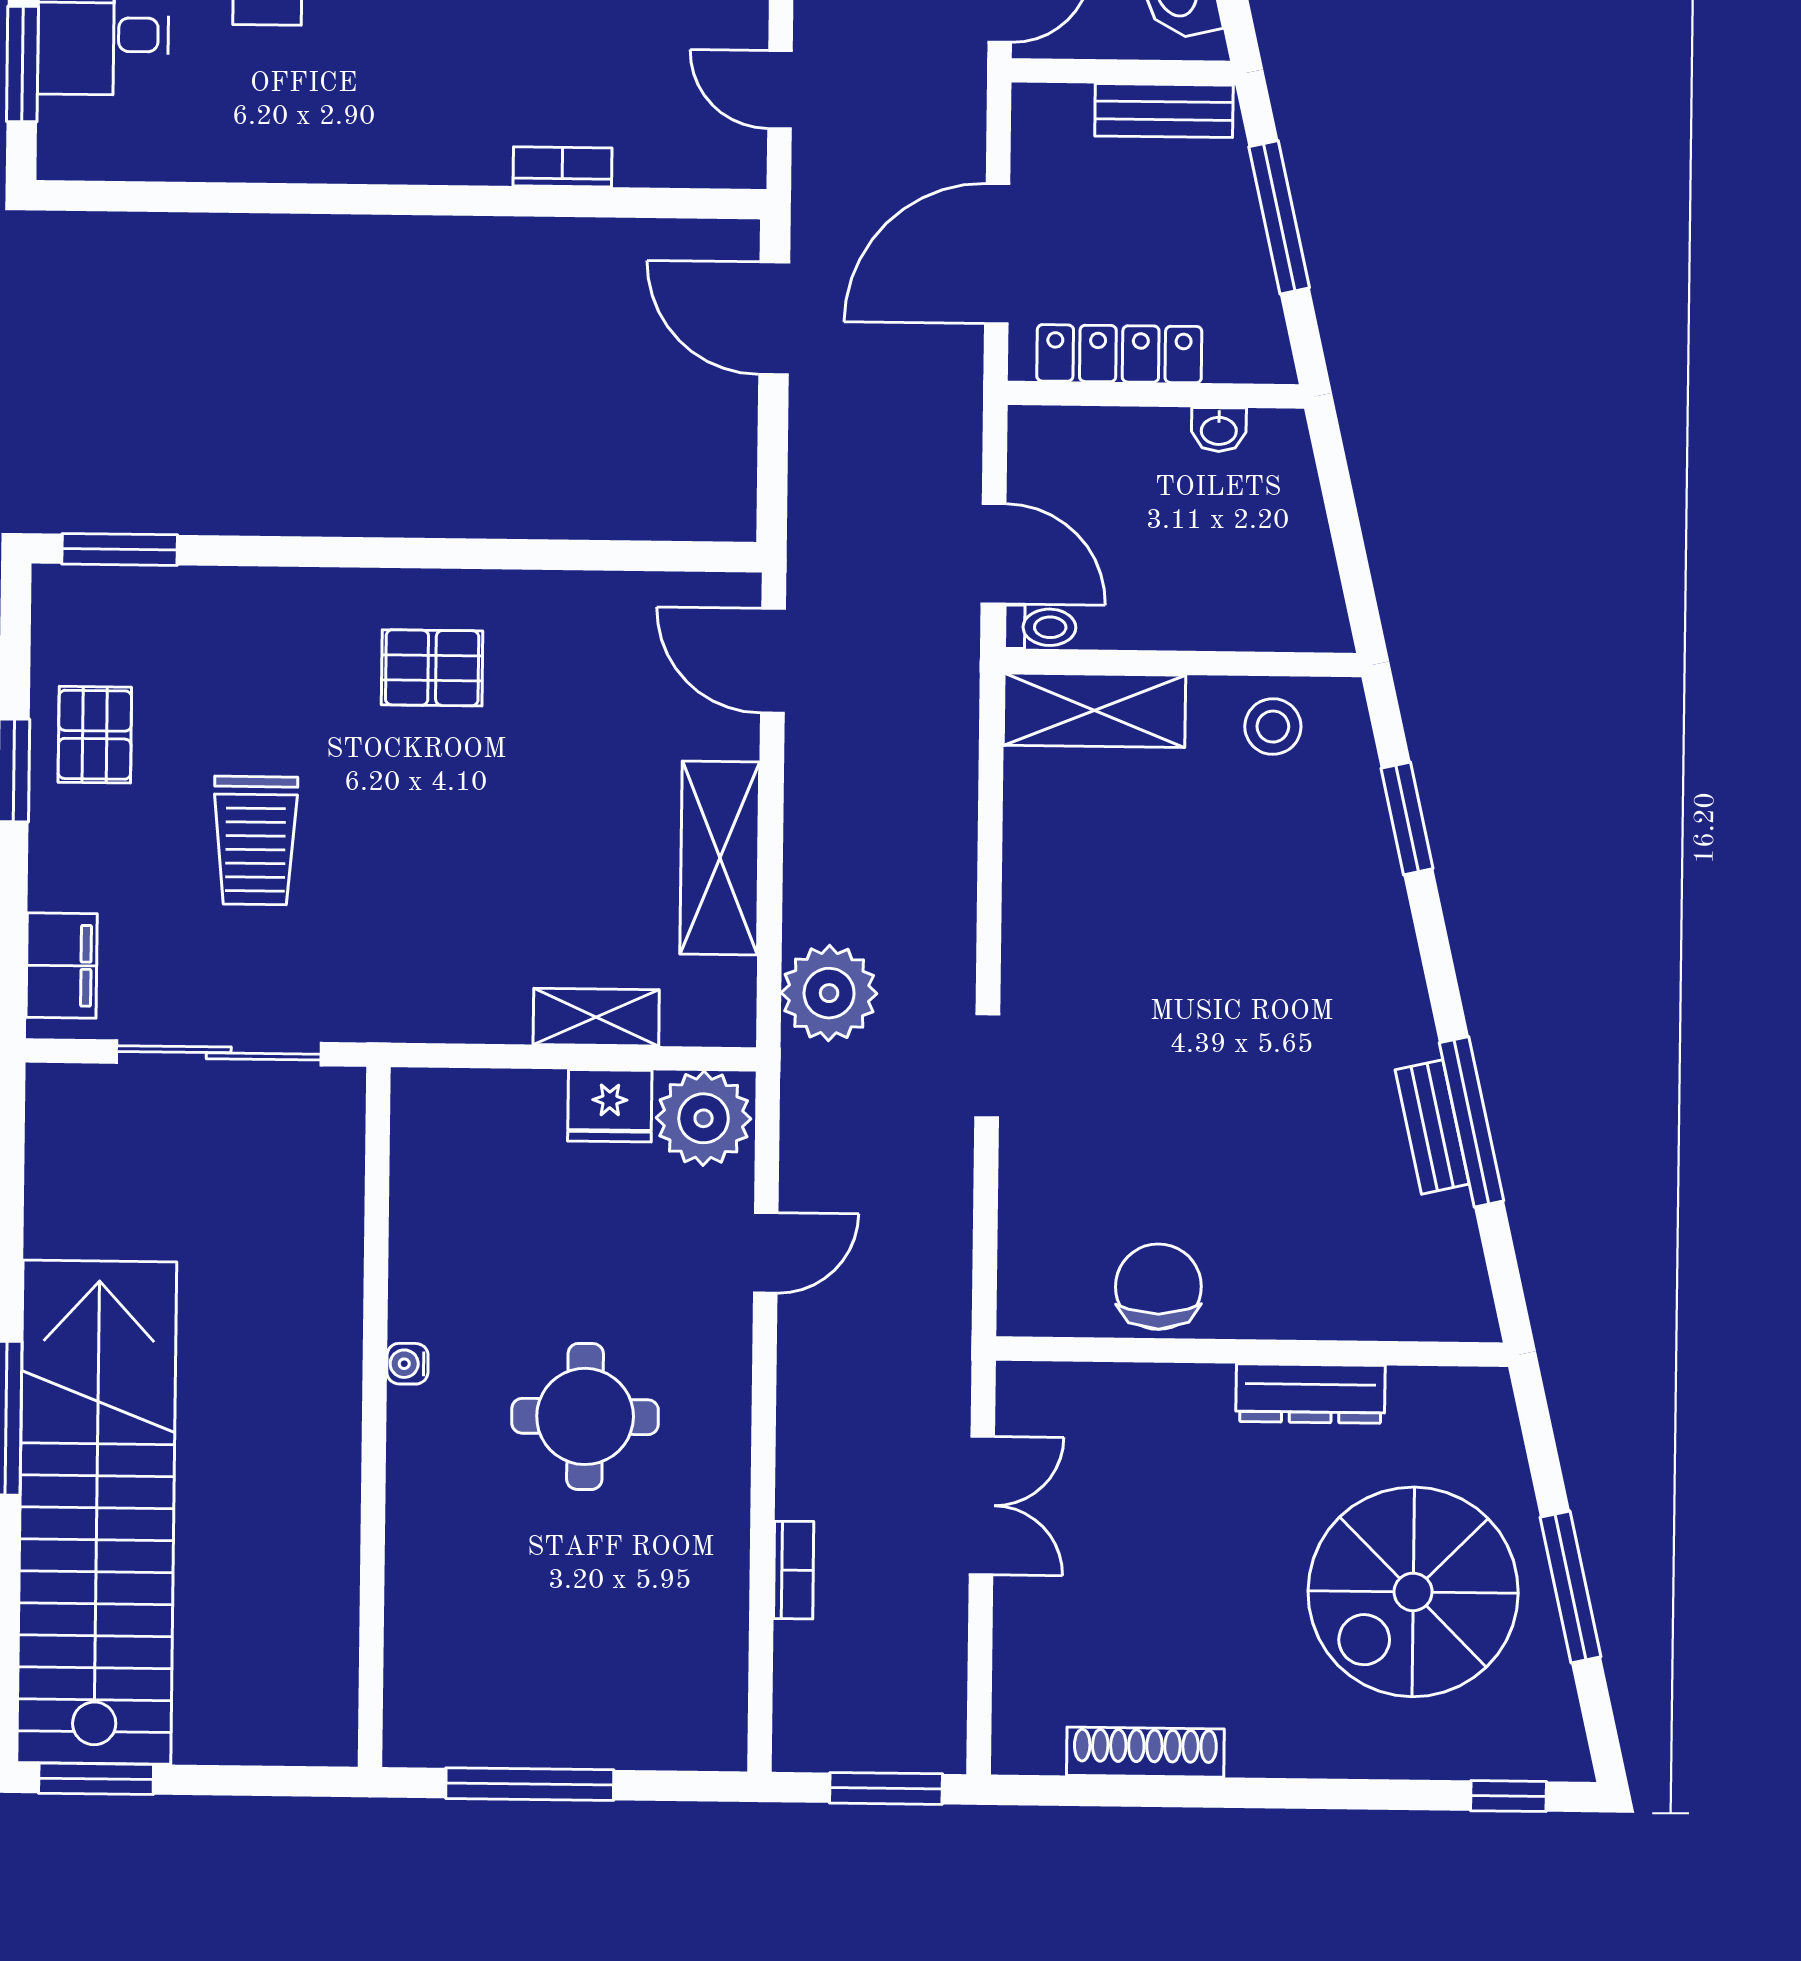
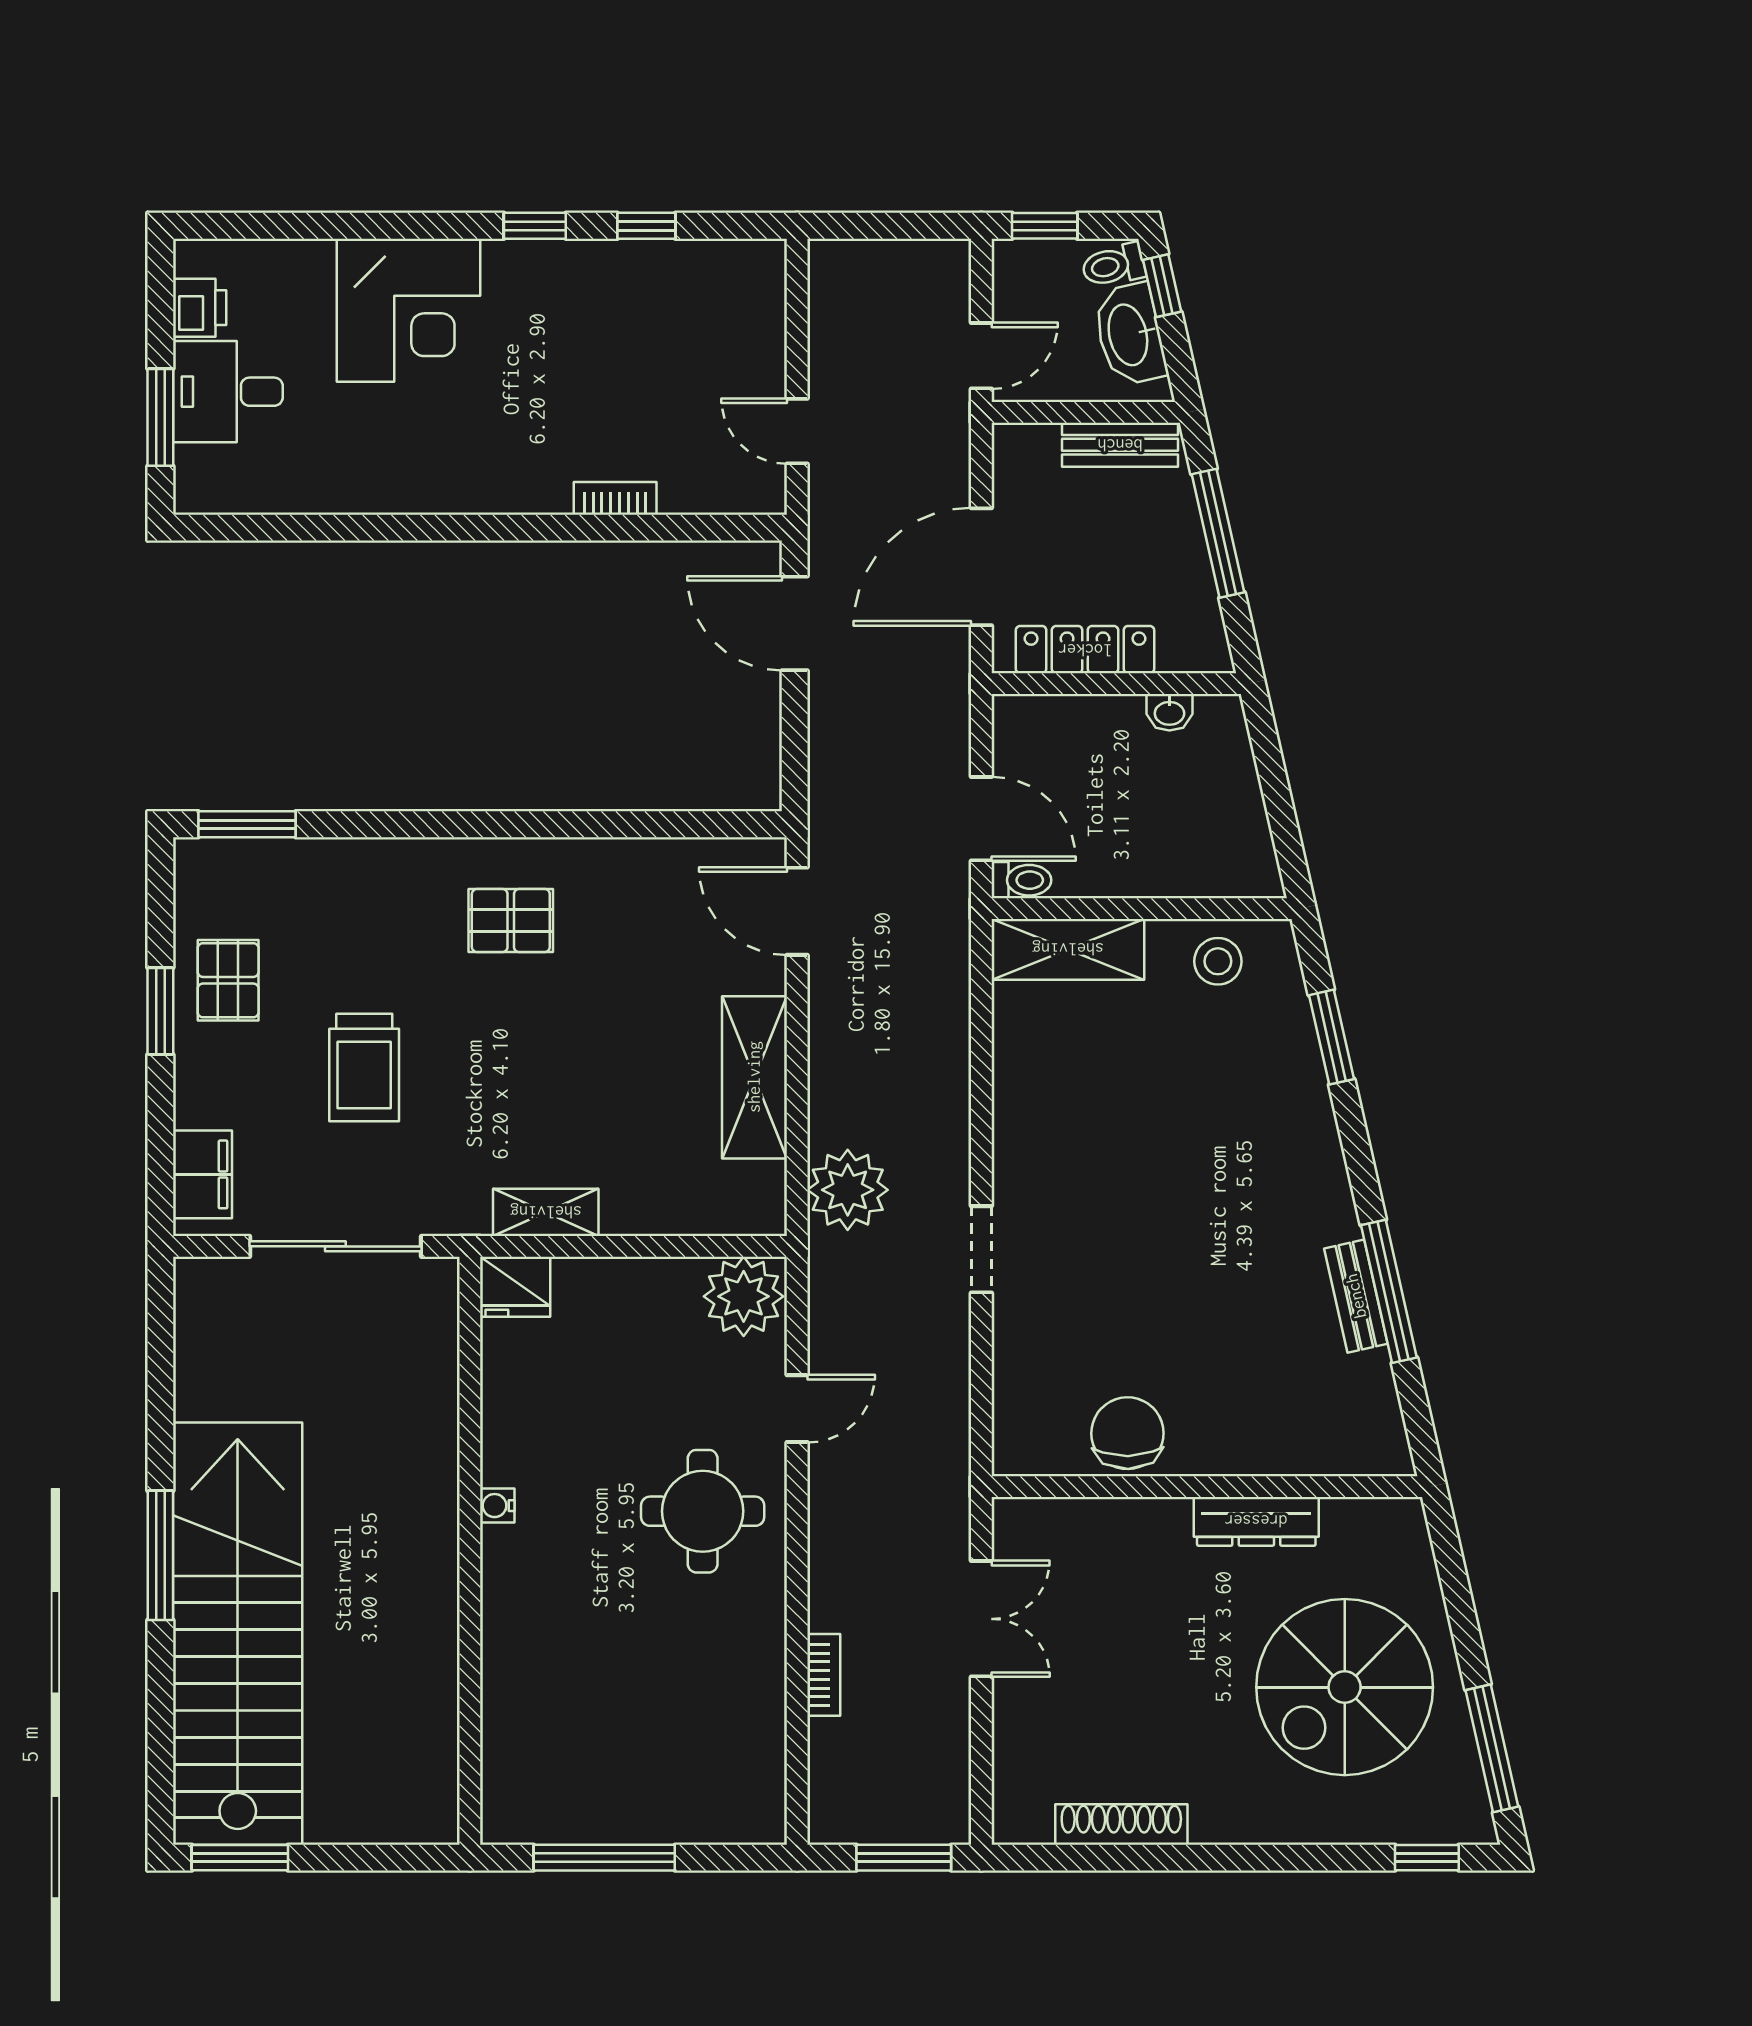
shelving: (596, 1017) -> (546, 1212), moved
fridge: (610, 1106) -> (515, 1287), moved
round table: (585, 1416) -> (703, 1511), moved
window: (1570, 1587) -> (1492, 1748), moved

